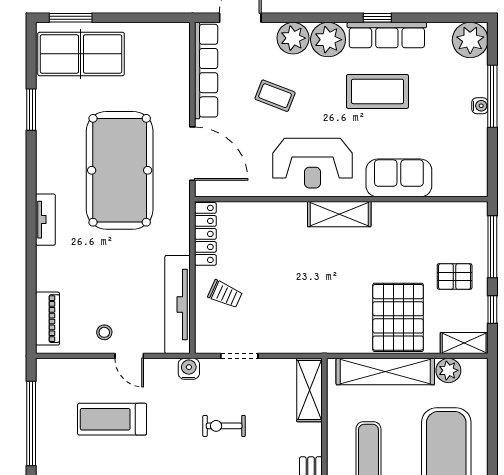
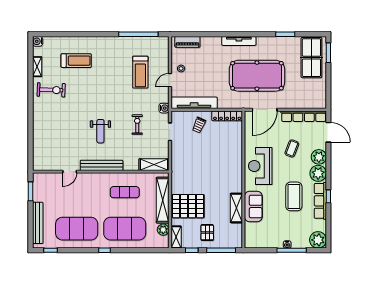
shelving: (339, 214) -> (236, 208), moved
tv unit: (45, 220) -> (239, 41), width x1.41
treadmill: (112, 419) -> (140, 72), turned 180

